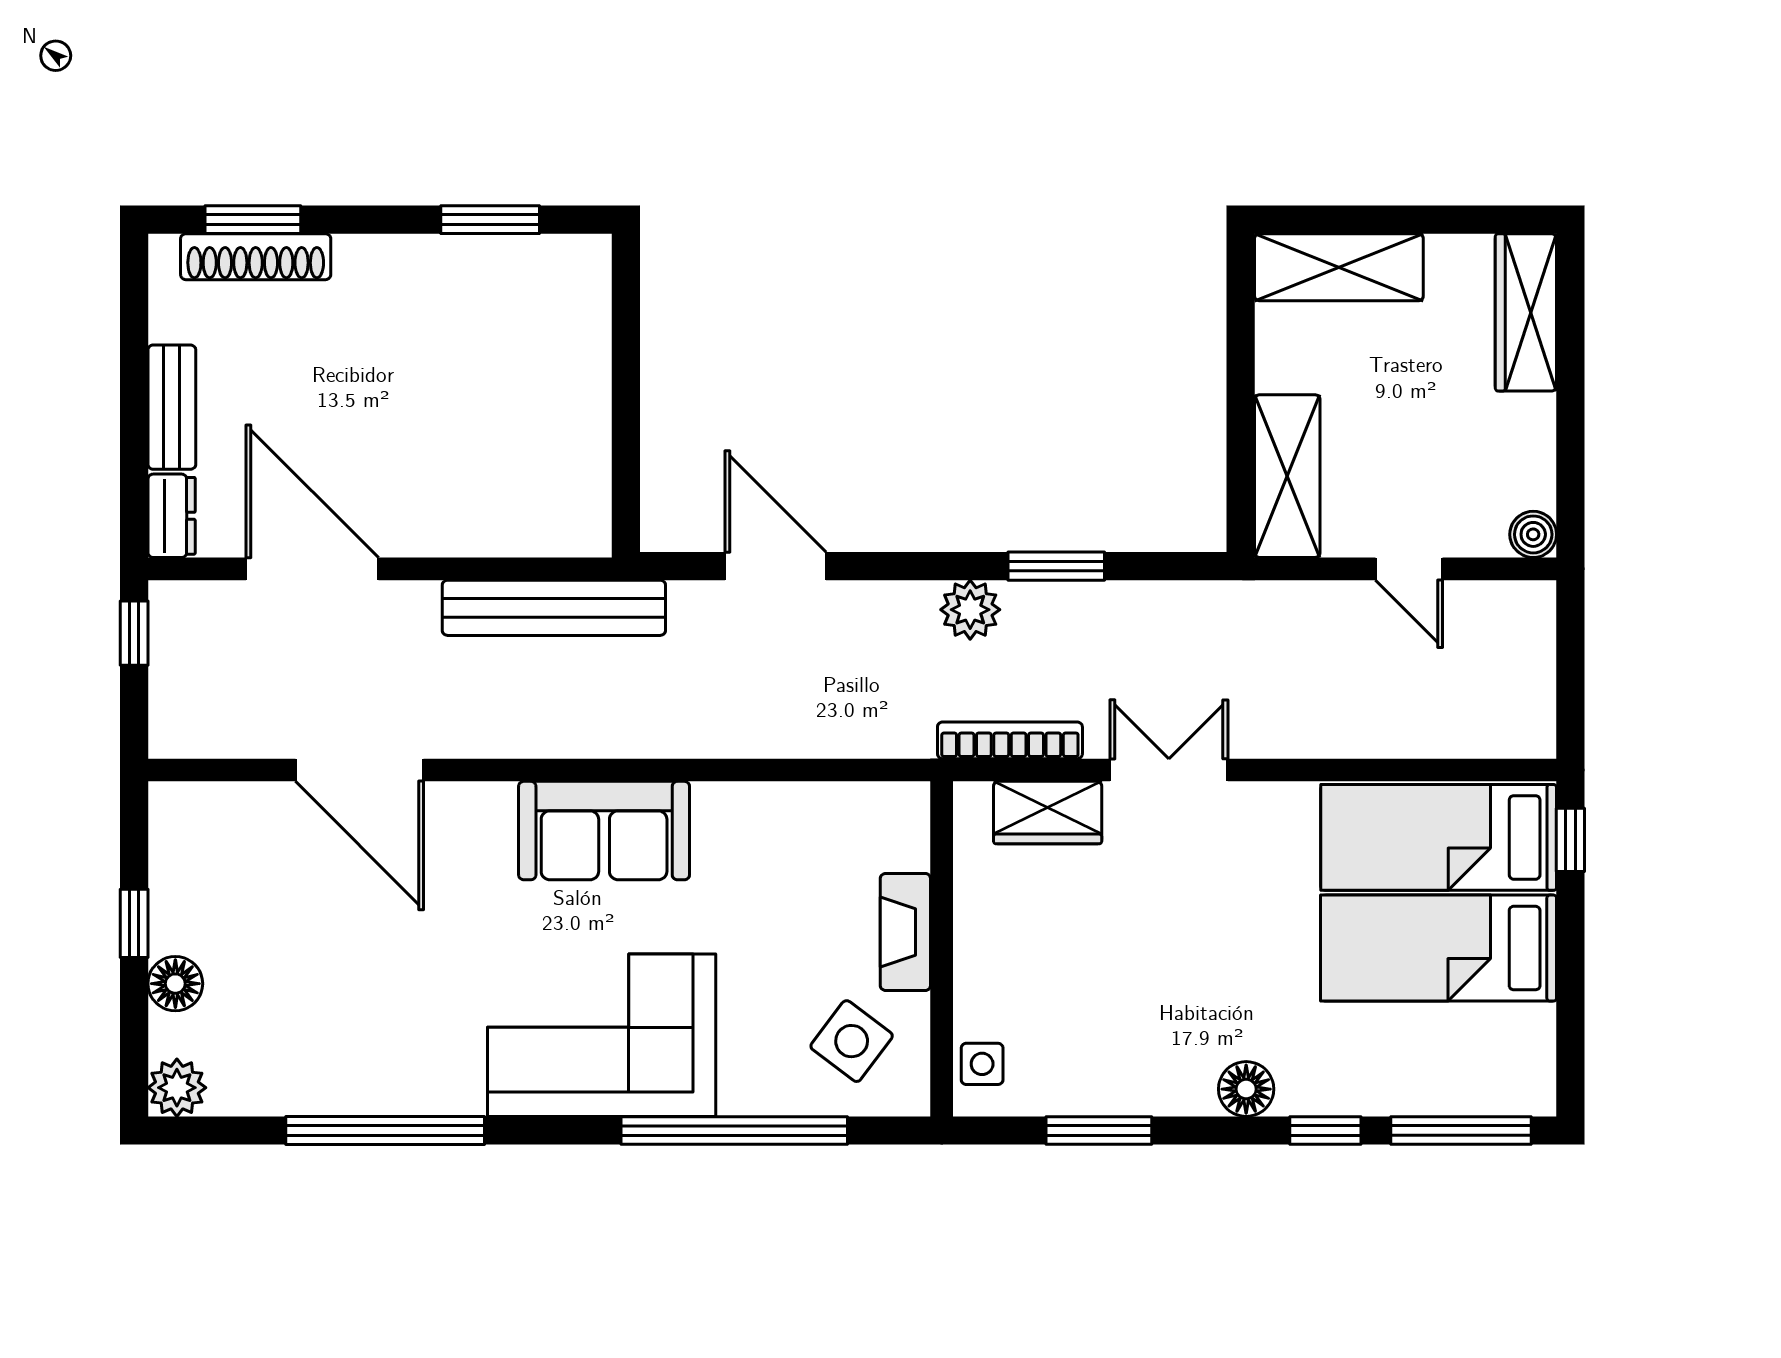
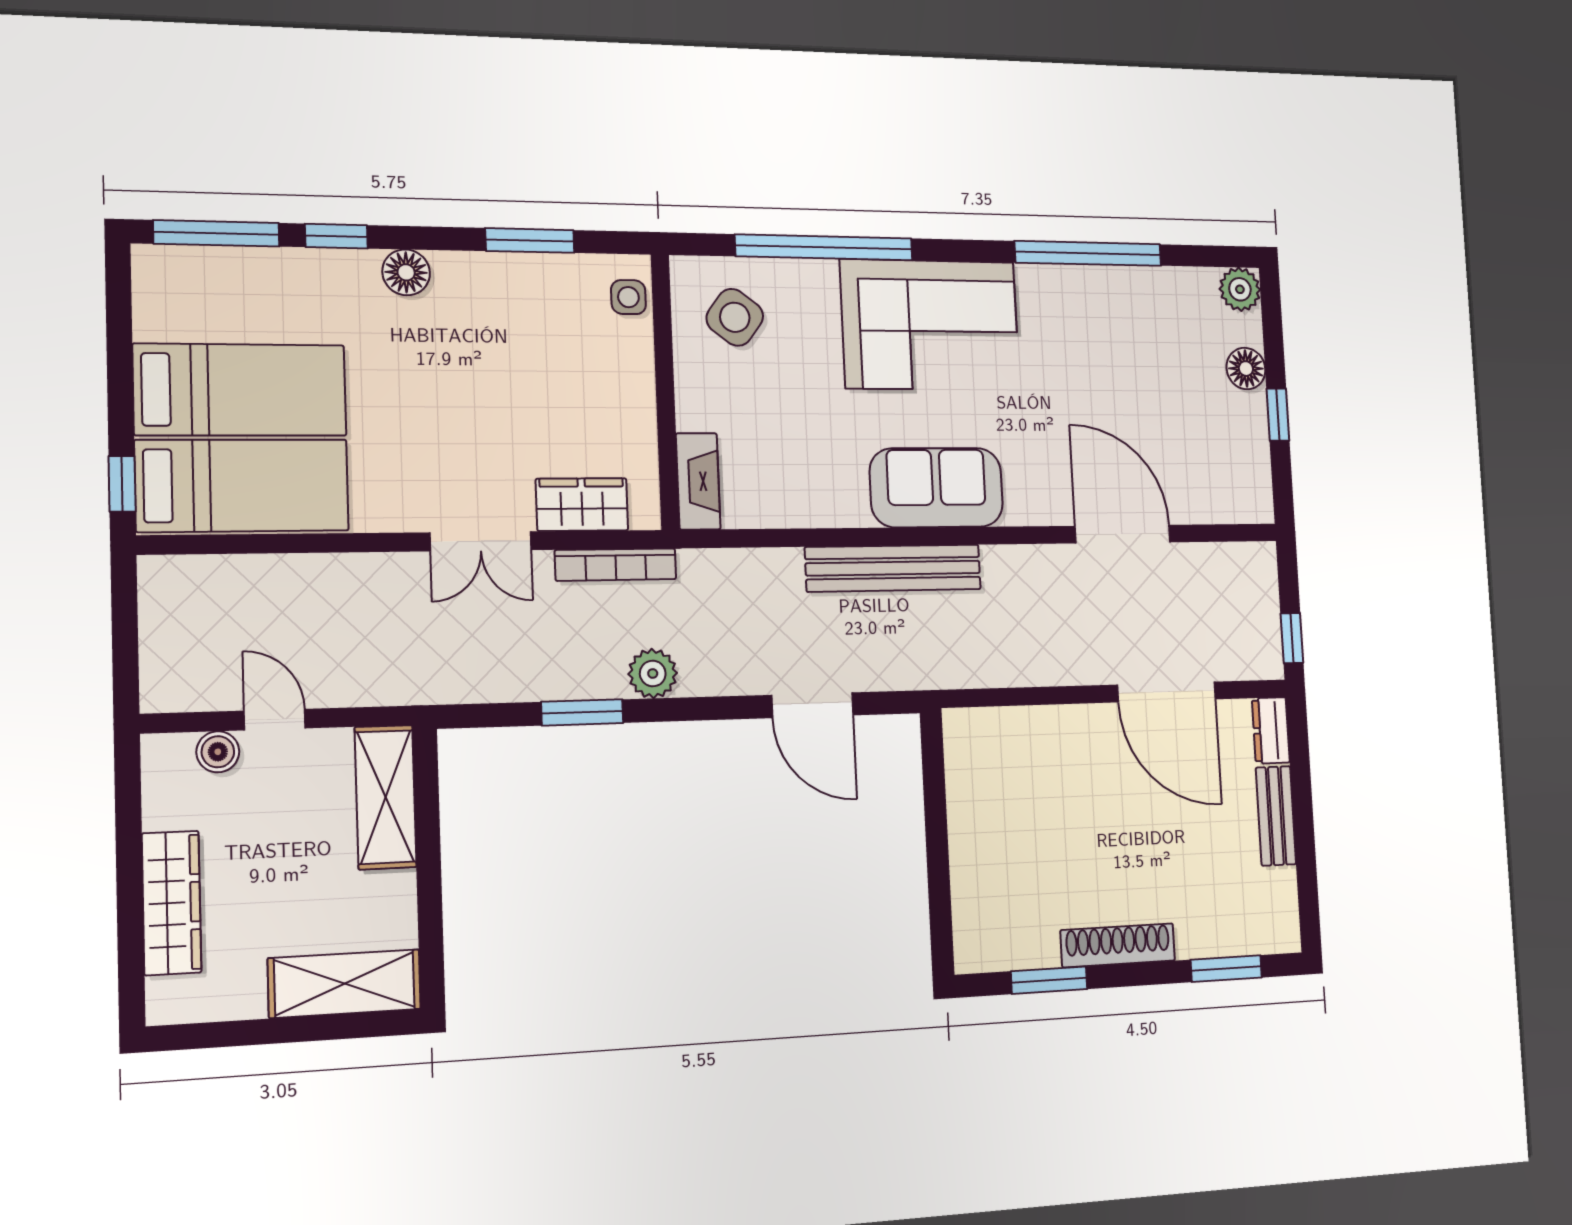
shoe rack: (256, 257) -> (1118, 945), moved
wardrobe: (1526, 312) -> (172, 903), moved
boiler: (1533, 534) -> (218, 752), moved
bench: (554, 608) -> (893, 568), moved
fireplace: (905, 932) -> (698, 481), moved

